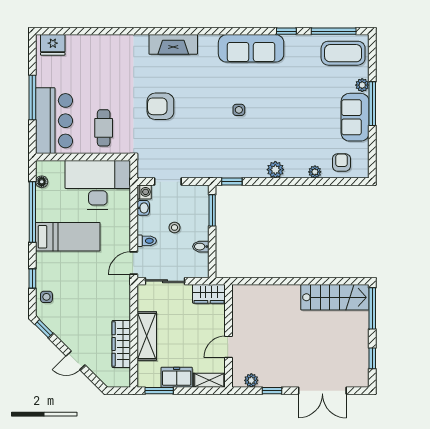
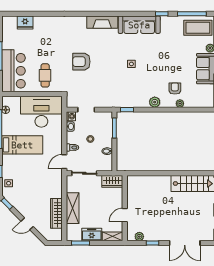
fireplace: (173, 44) -> (102, 22), moved
fridge: (53, 45) -> (25, 22), moved
armchair: (341, 162) -> (175, 88), moved

